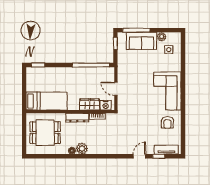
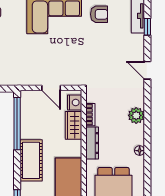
cot: (65, 75) -> (31, 160), added
door: (116, 89) -> (51, 88), hinge flipped
plant: (82, 148) -> (136, 115), moved
door: (139, 156) -> (147, 70), moved

